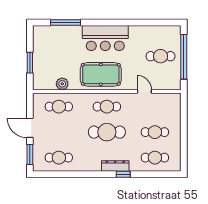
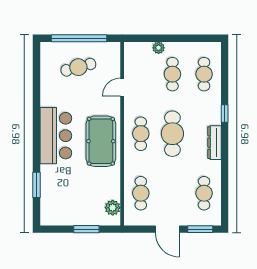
window: (65, 22) -> (37, 185), width x0.69
cafe table: (161, 56) -> (78, 67), turned 75
plant: (62, 84) -> (113, 208), moved
plant: (176, 121) -> (159, 48), added
door: (30, 128) -> (167, 229), hinge flipped
dresser: (115, 166) -> (214, 143), moved

